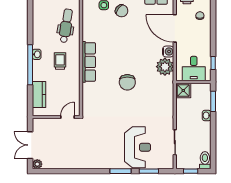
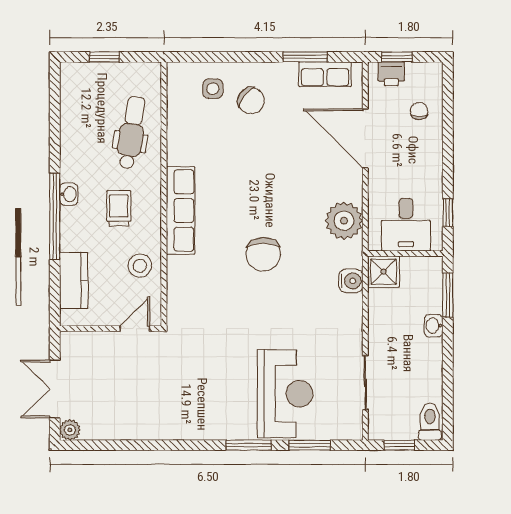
water cooler: (168, 51) -> (351, 281), moved
stool: (70, 88) -> (140, 266), added

